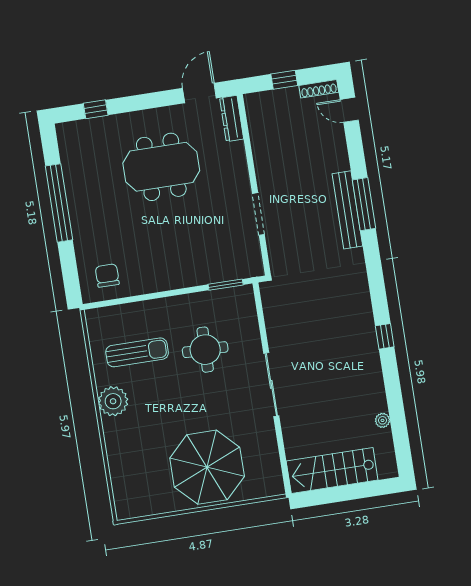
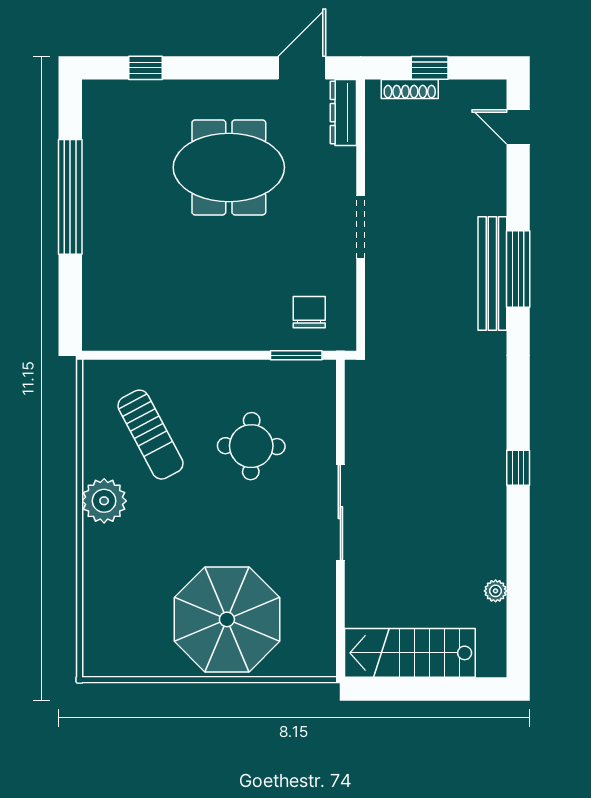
shoe rack: (319, 89) -> (410, 89), moved
doorway: (258, 214) -> (361, 227), moved
chair: (107, 275) -> (309, 312), moved
sun lounger: (137, 352) -> (150, 435), turned 62

